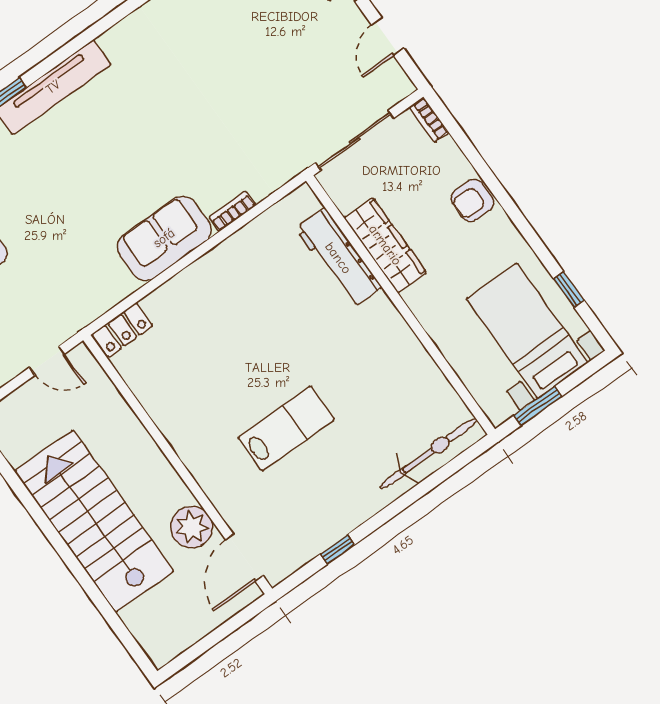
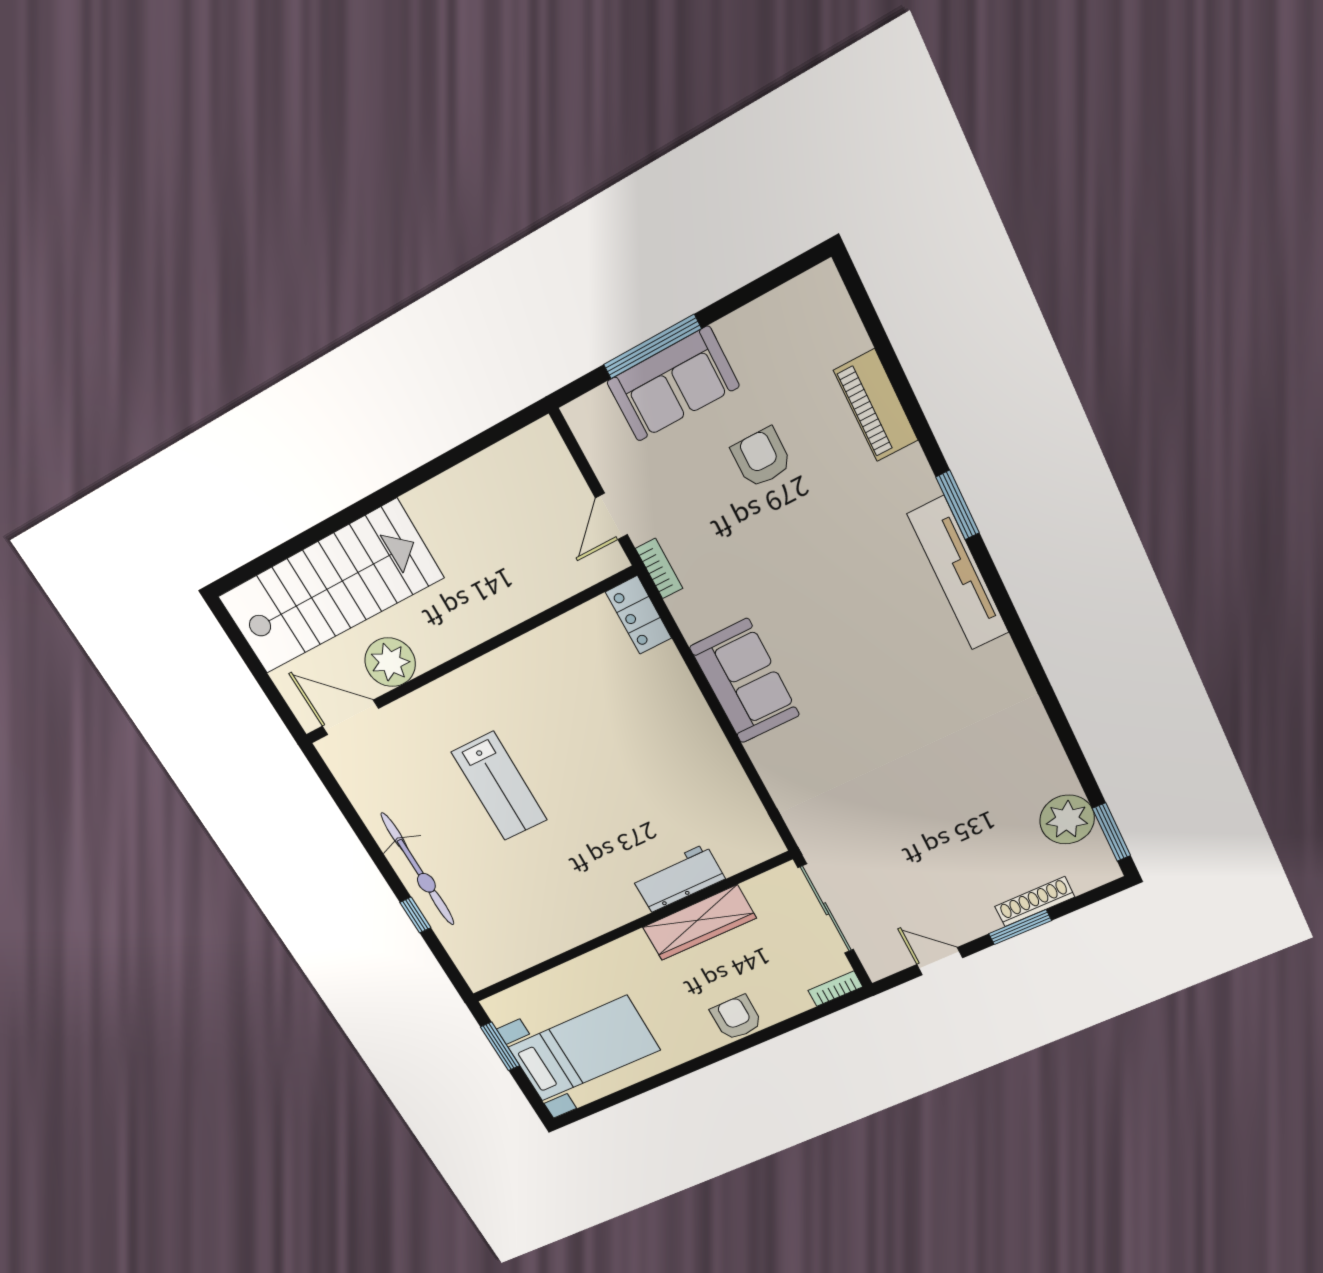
bookcase: (232, 211) -> (659, 568), moved
workbench: (338, 258) -> (678, 878), width x0.73
window: (569, 290) -> (624, 1095), removed
bicycle: (429, 453) -> (418, 869), moved
stairs: (94, 521) -> (330, 587), moved
window: (337, 549) -> (415, 915), moved

